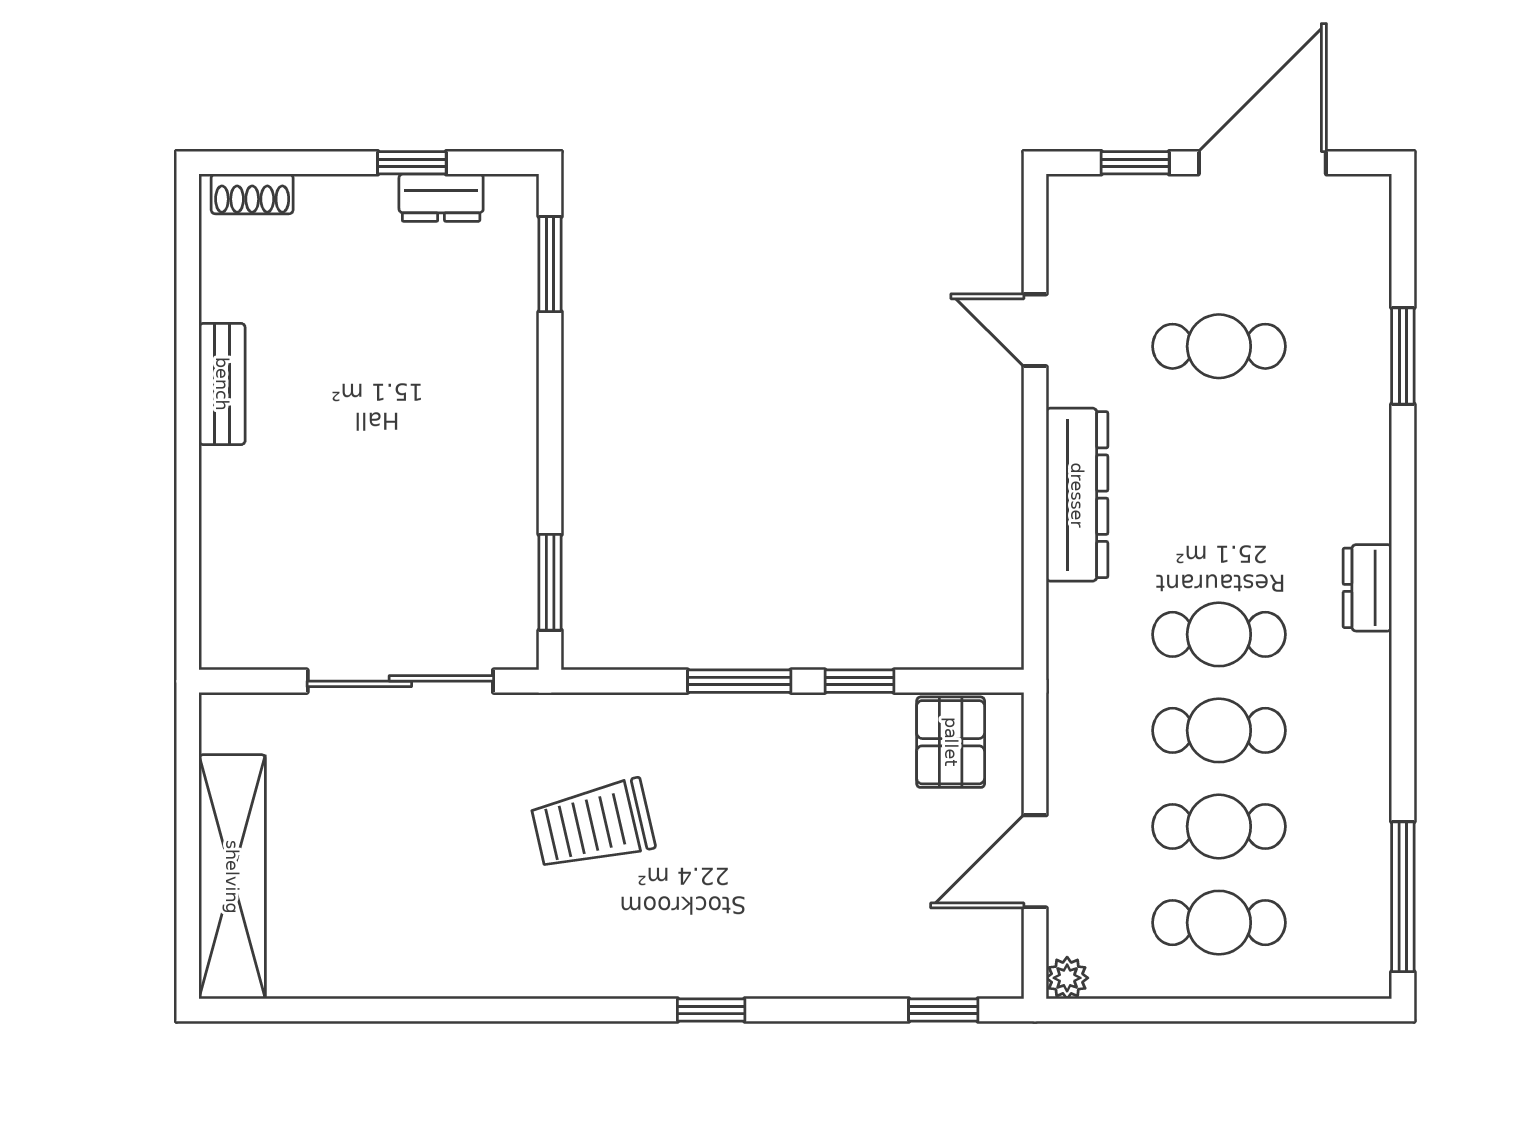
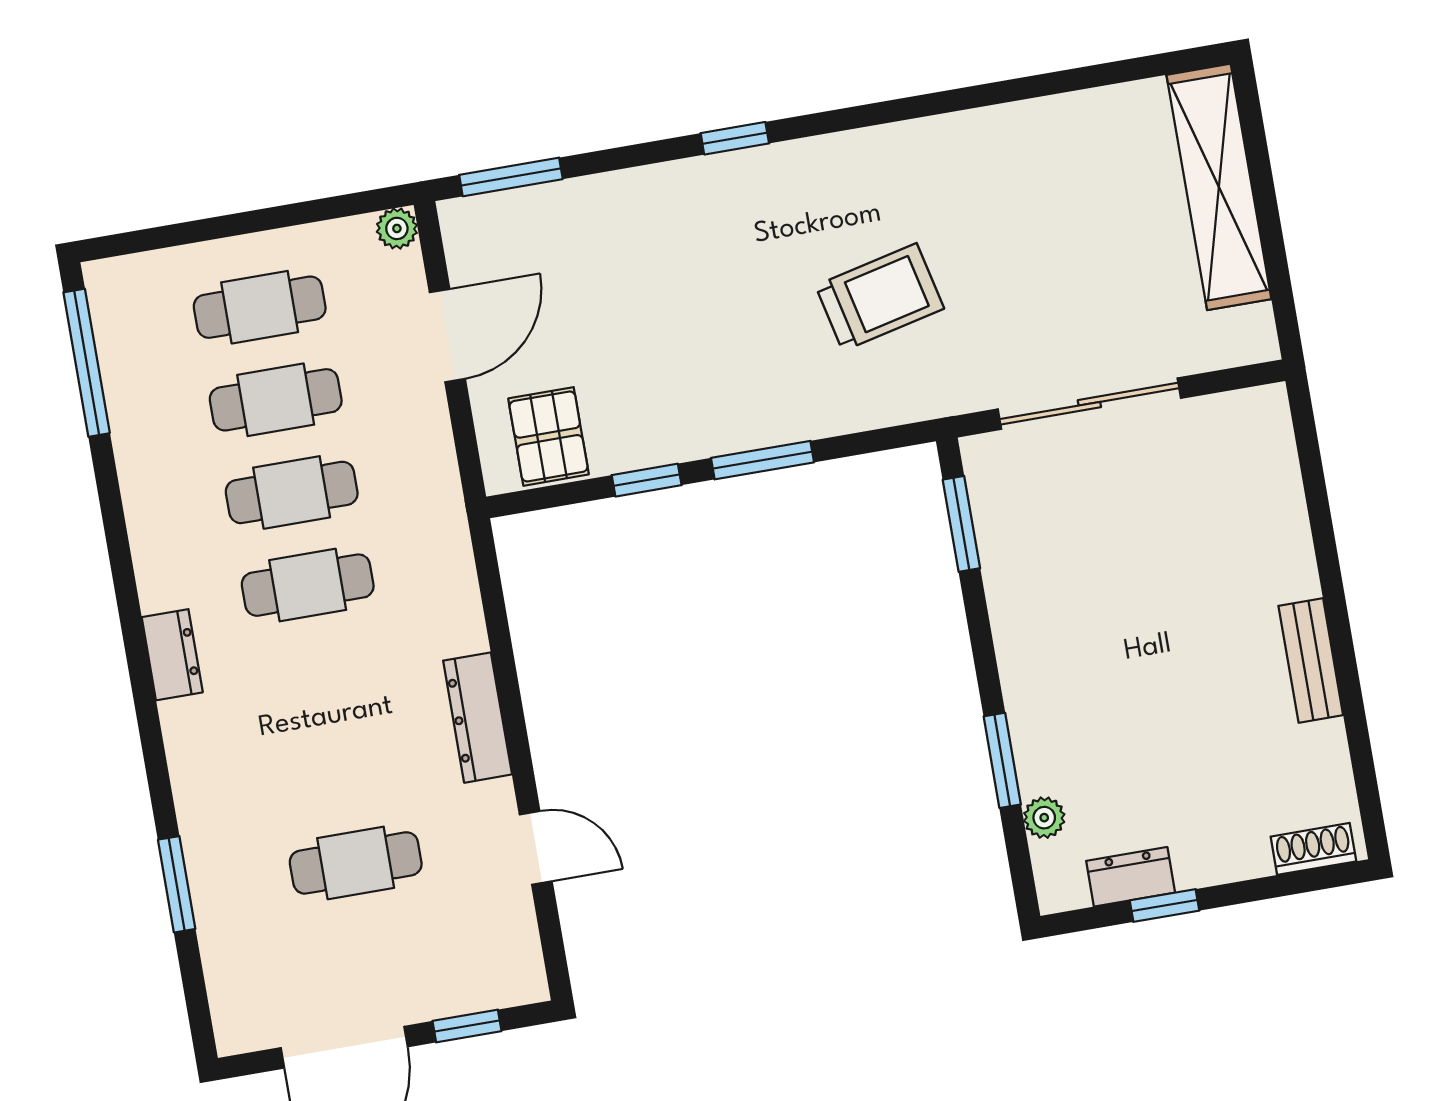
window: (550, 264) -> (1002, 760), moved
plant: (518, 272) -> (1044, 818), added
dresser: (1077, 495) -> (478, 718), width x0.73, depth x0.80
window: (943, 1010) -> (511, 177), width x1.50

